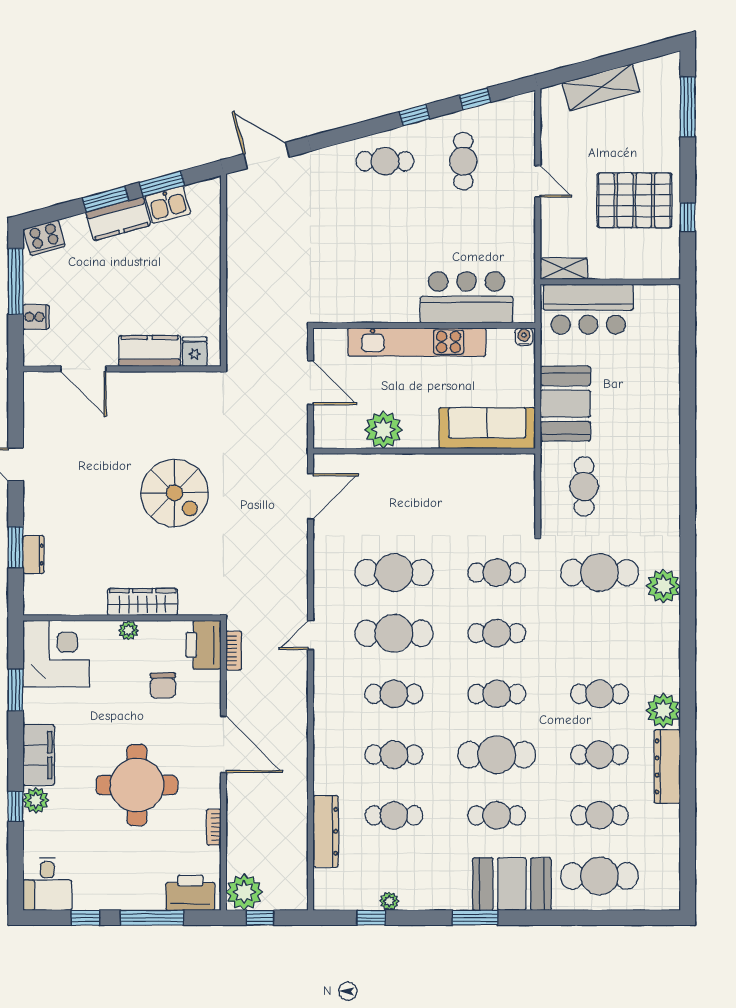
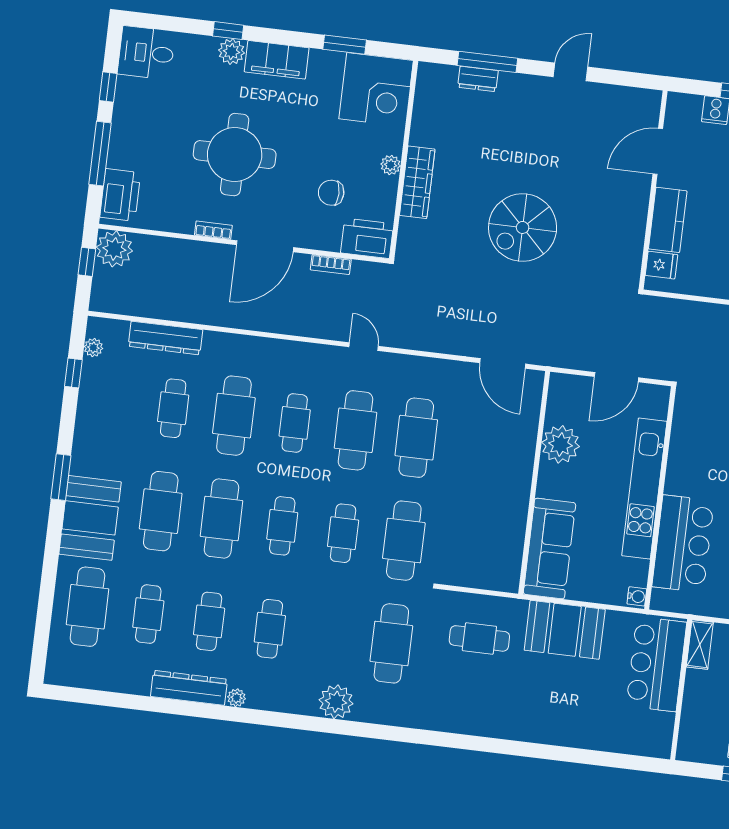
window: (16, 547) -> (487, 62), width x1.44
cafe table: (497, 573) -> (404, 541), width x1.37, depth x1.35
plant: (663, 586) -> (336, 702), moved
bookcase: (234, 651) -> (331, 265), moved
plant: (663, 711) -> (236, 698), width x0.53, depth x0.53
cafe table: (394, 755) -> (234, 416), width x1.37, depth x1.35
cafe table: (497, 815) -> (161, 511), width x1.37, depth x1.35
bookcase: (214, 827) -> (213, 230), moved
plant: (389, 901) -> (93, 348), moved

